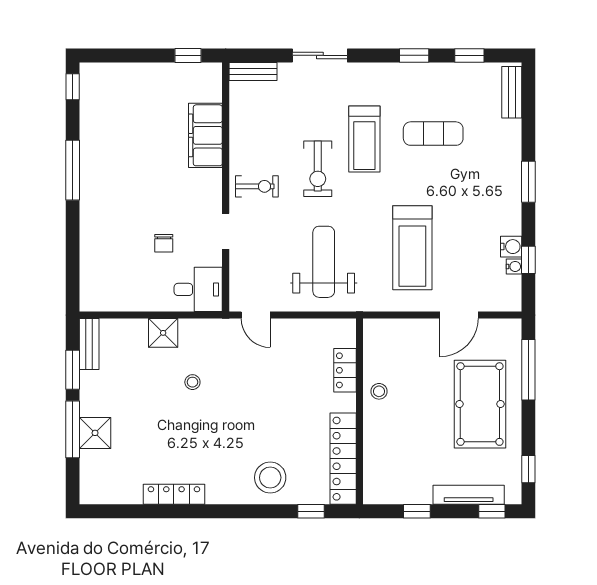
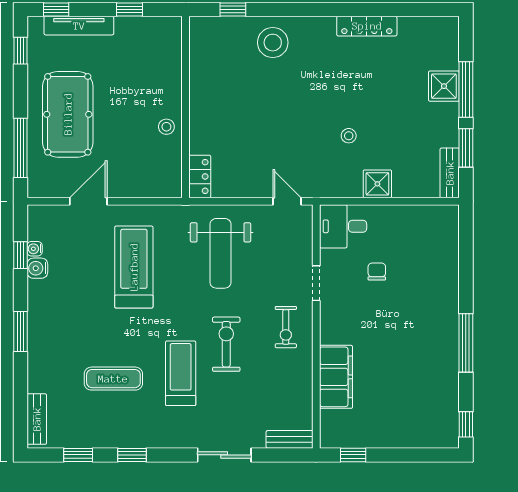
exercise bike: (257, 186) -> (286, 327), turned -90
locker: (345, 370) -> (200, 176), moved
locker: (343, 459) -> (202, 61), removed

